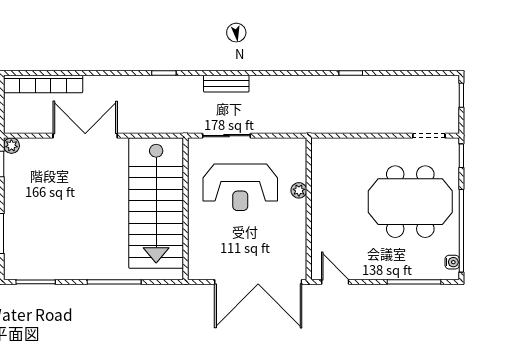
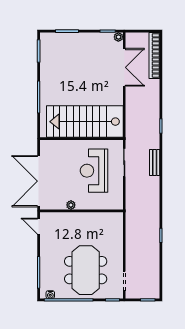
double door: (85, 136) -> (124, 67), moved
plant: (299, 190) -> (71, 205), moved
door: (335, 282) -> (39, 226), swing flipped

